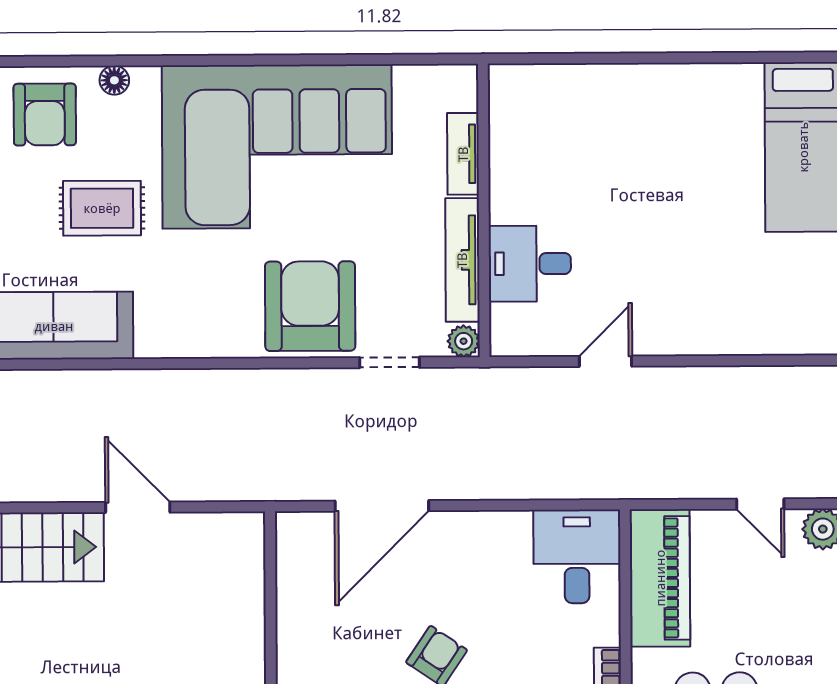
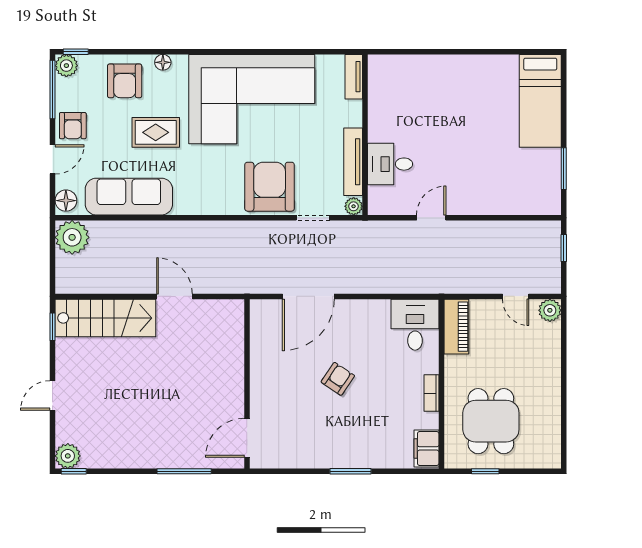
tv unit: (463, 154) -> (354, 77), moved
piano: (660, 578) -> (456, 327), width x0.73, depth x0.75

